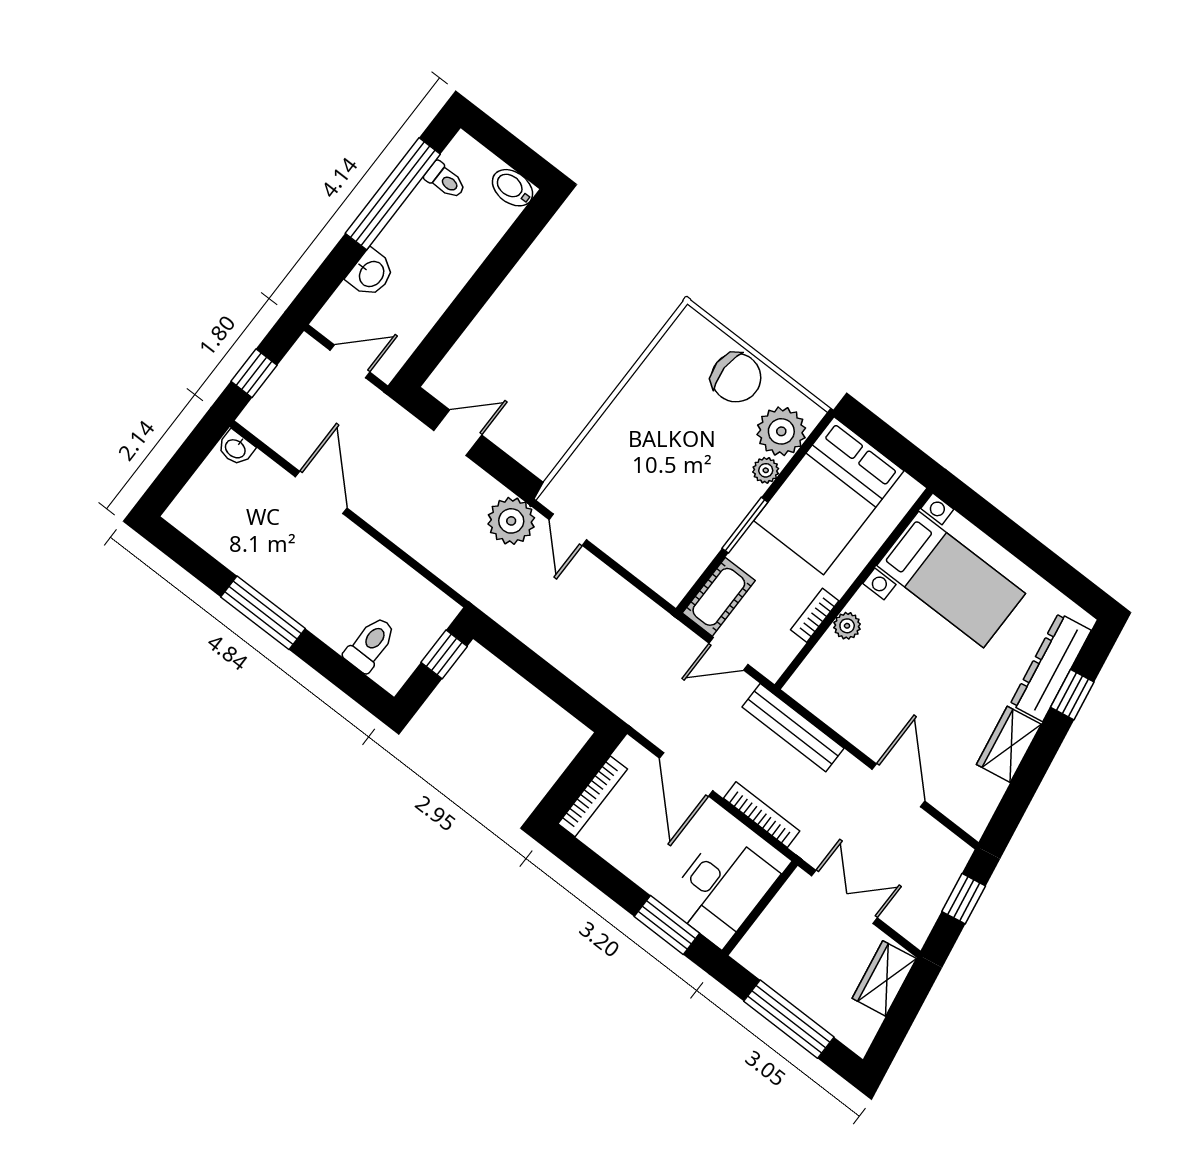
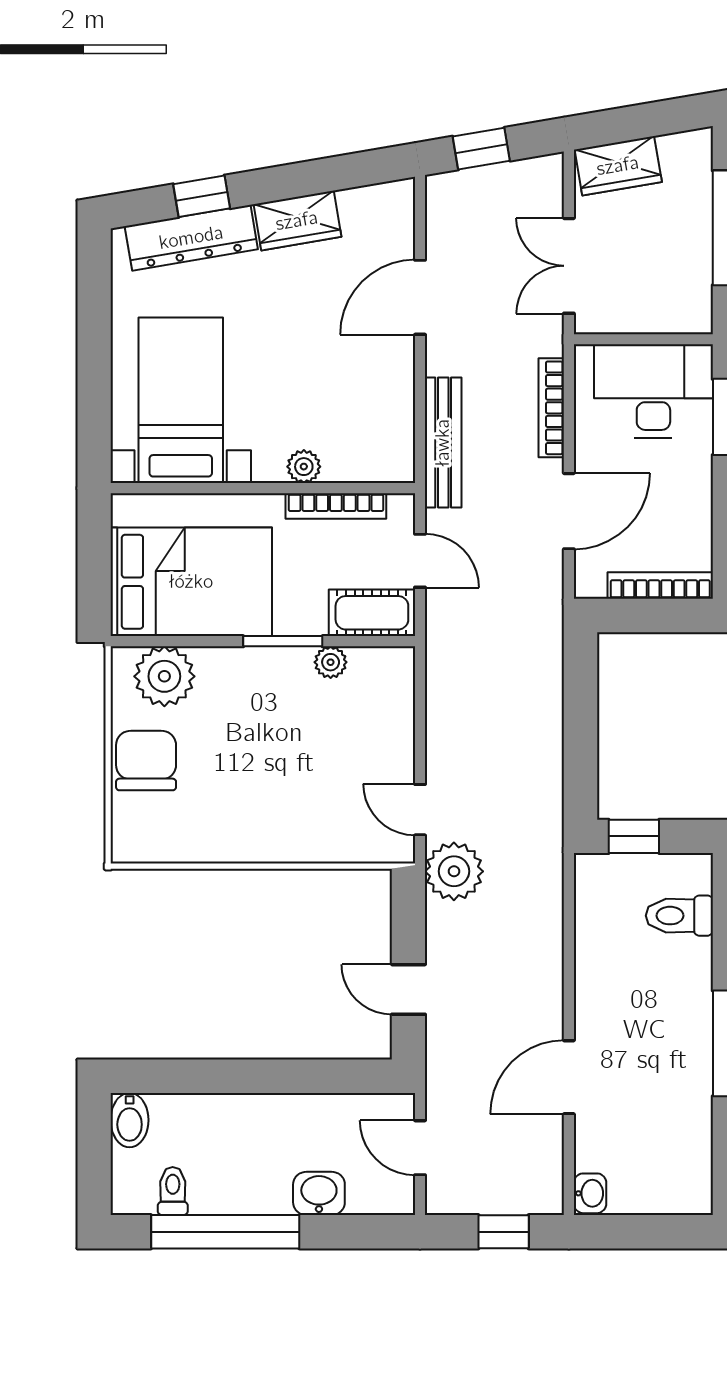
plant: (766, 470) -> (331, 662), moved
door: (568, 530) -> (420, 810), swing flipped
bookcase: (815, 615) -> (336, 506), width x1.56

